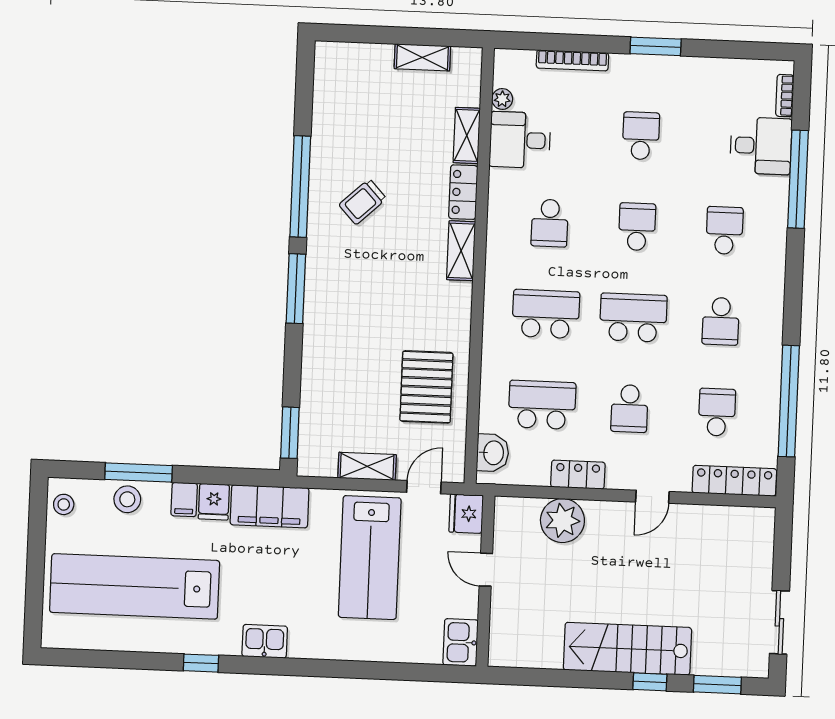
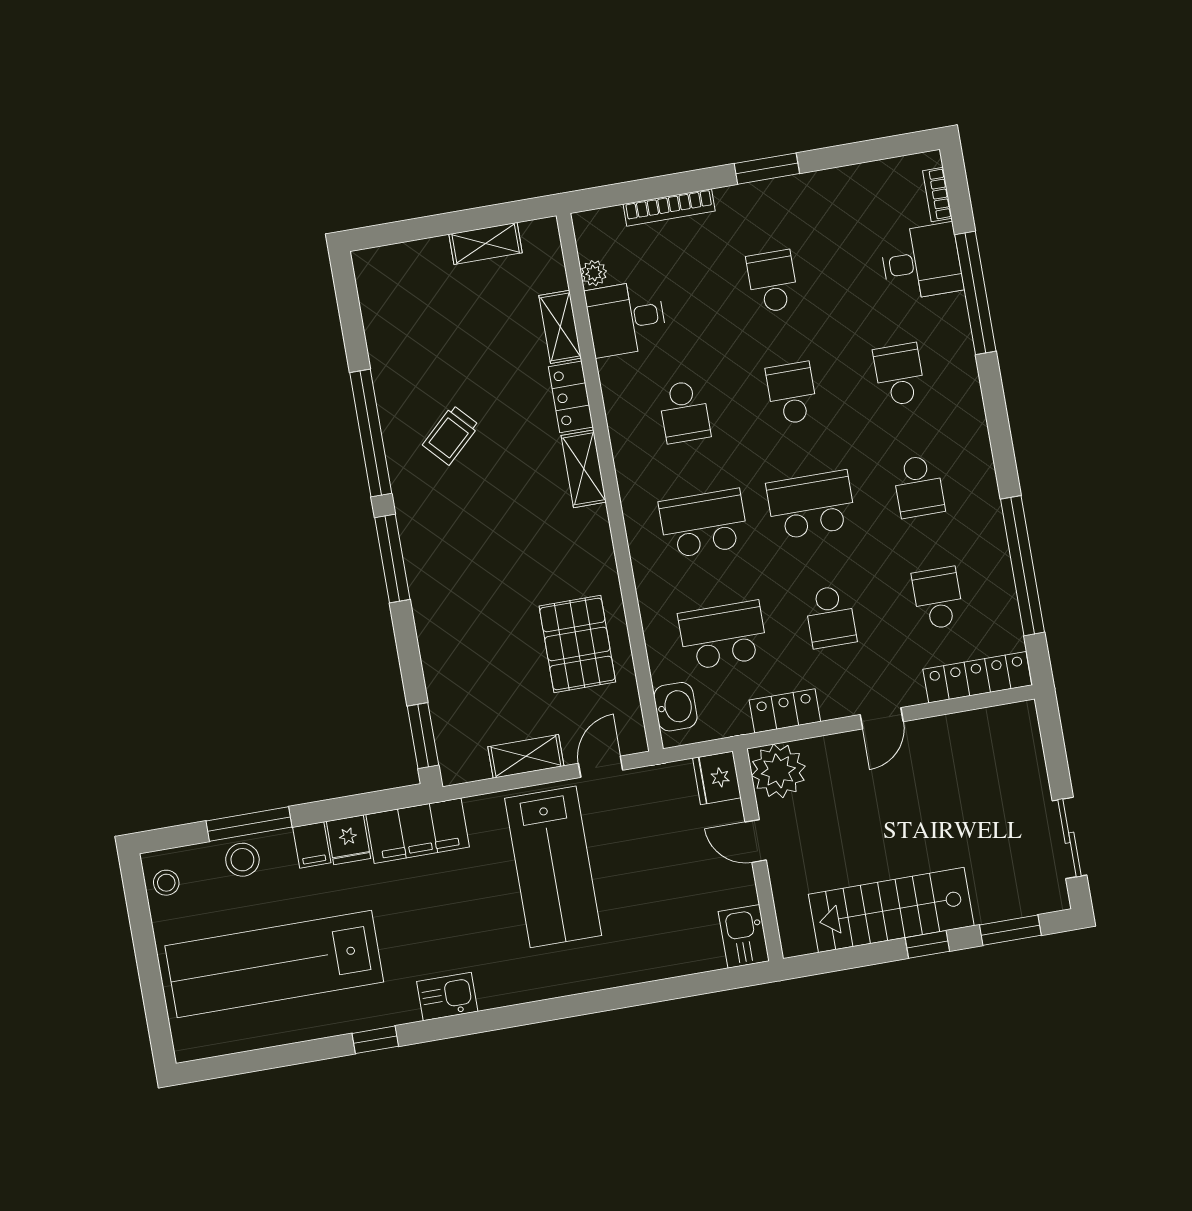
fridge: (466, 514) -> (717, 778), moved
door: (486, 570) -> (756, 841), moved
wall: (485, 581) -> (758, 855), moved
kitchen sink: (460, 642) -> (744, 936), moved

